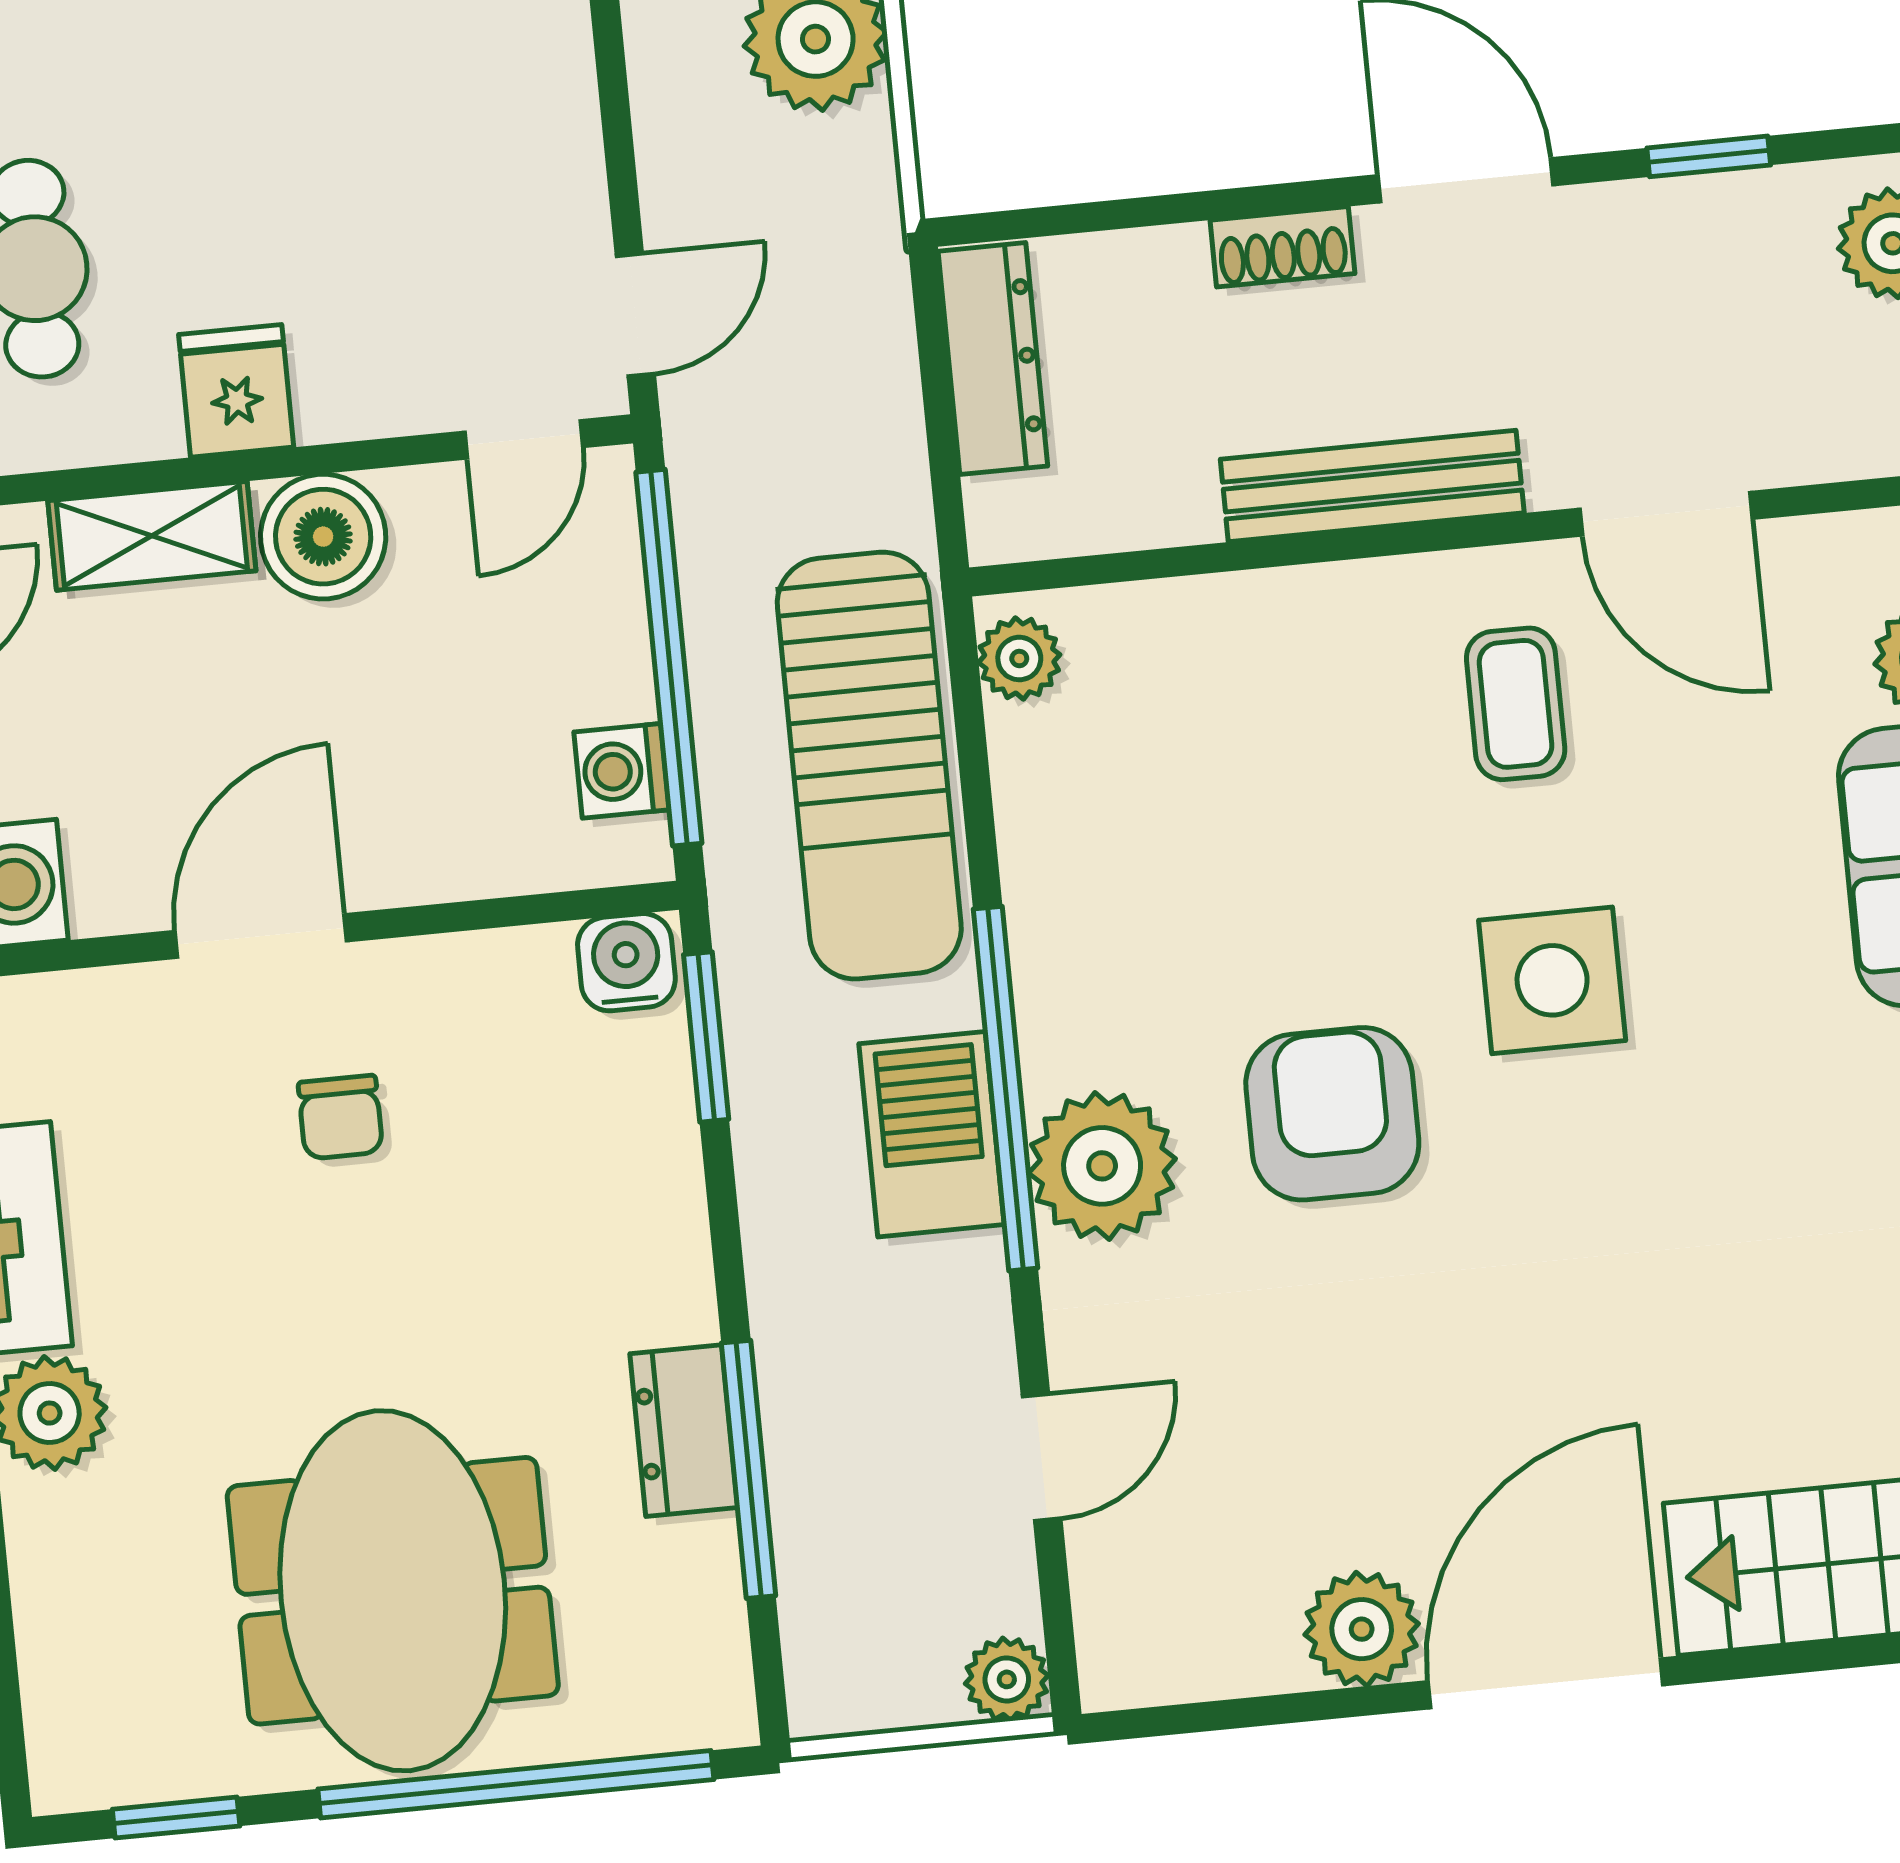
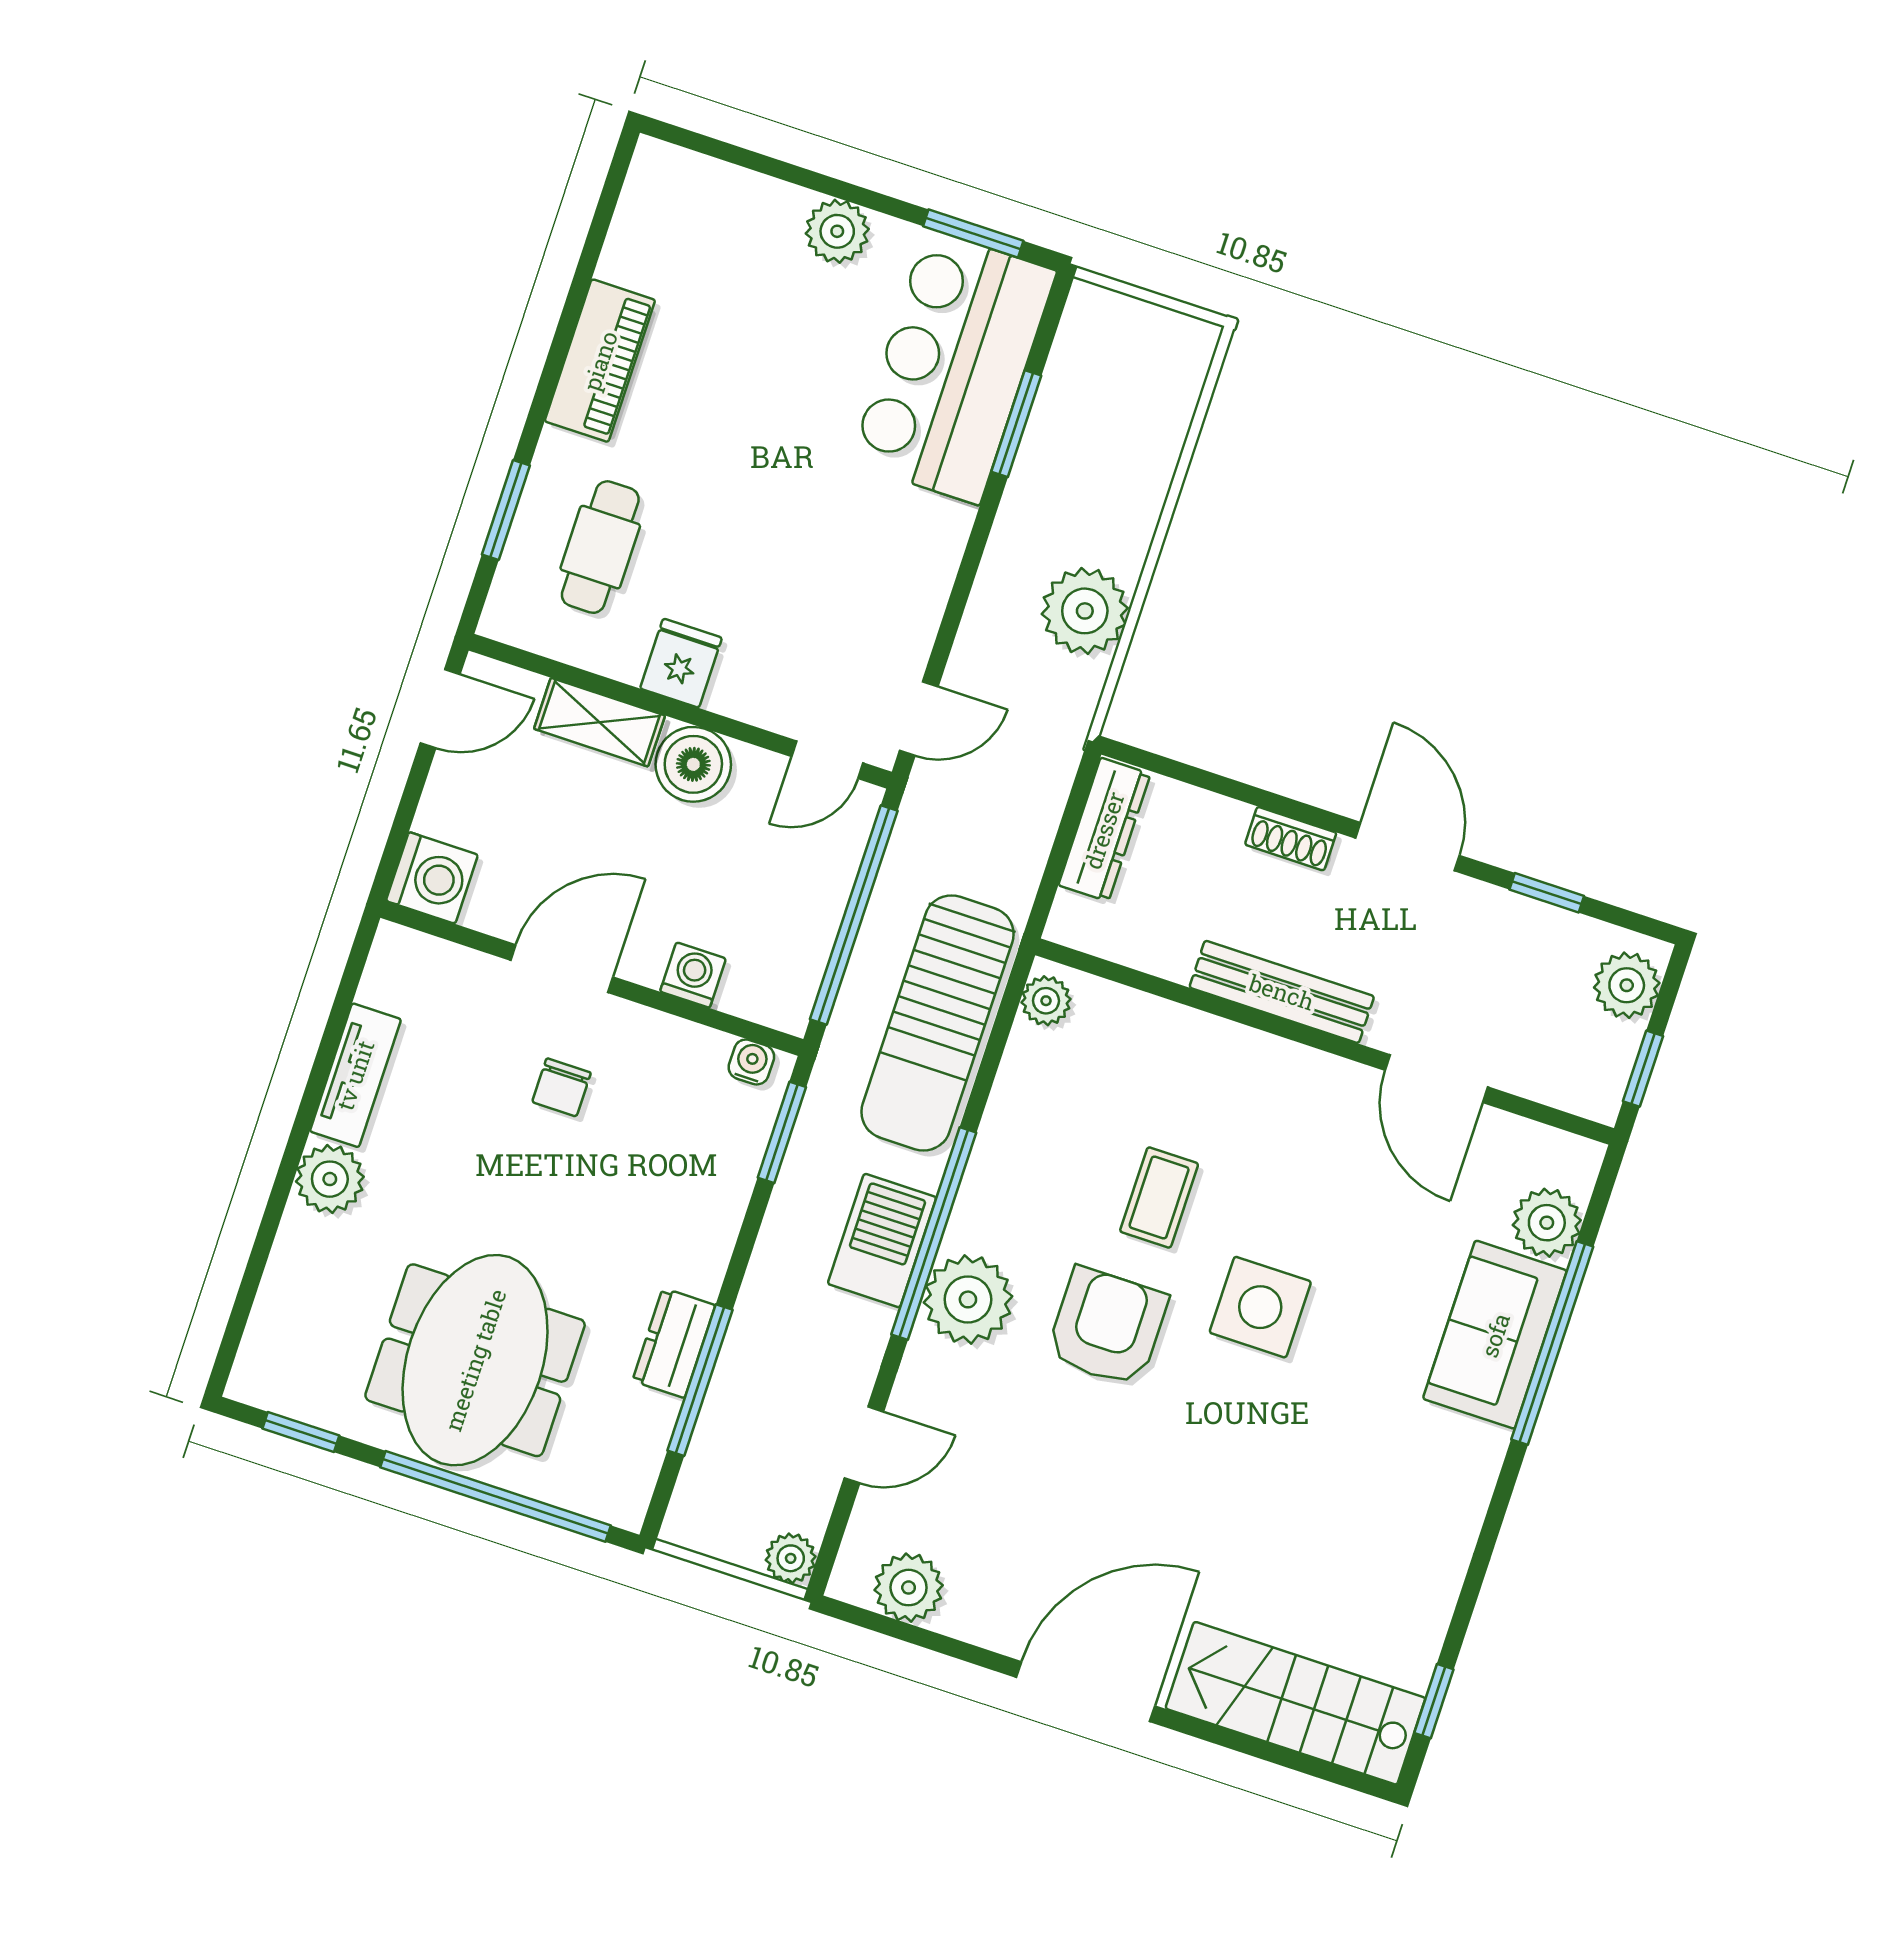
coffee table: (1516, 704) -> (1159, 1198), moved
washing machine: (622, 771) -> (693, 975), moved, turned 90
water cooler: (626, 962) -> (751, 1062), width x0.72, depth x0.72
plant: (1362, 1629) -> (909, 1588), moved

